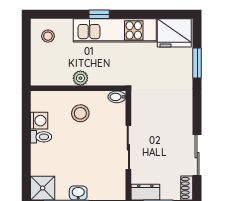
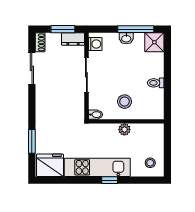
washing machine: (39, 121) -> (95, 44), moved, turned 180

